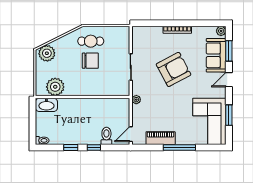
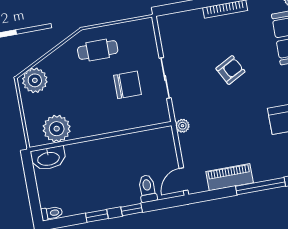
chair: (90, 61) -> (127, 85), moved
armchair: (174, 69) -> (230, 70), width x0.53, depth x0.53

